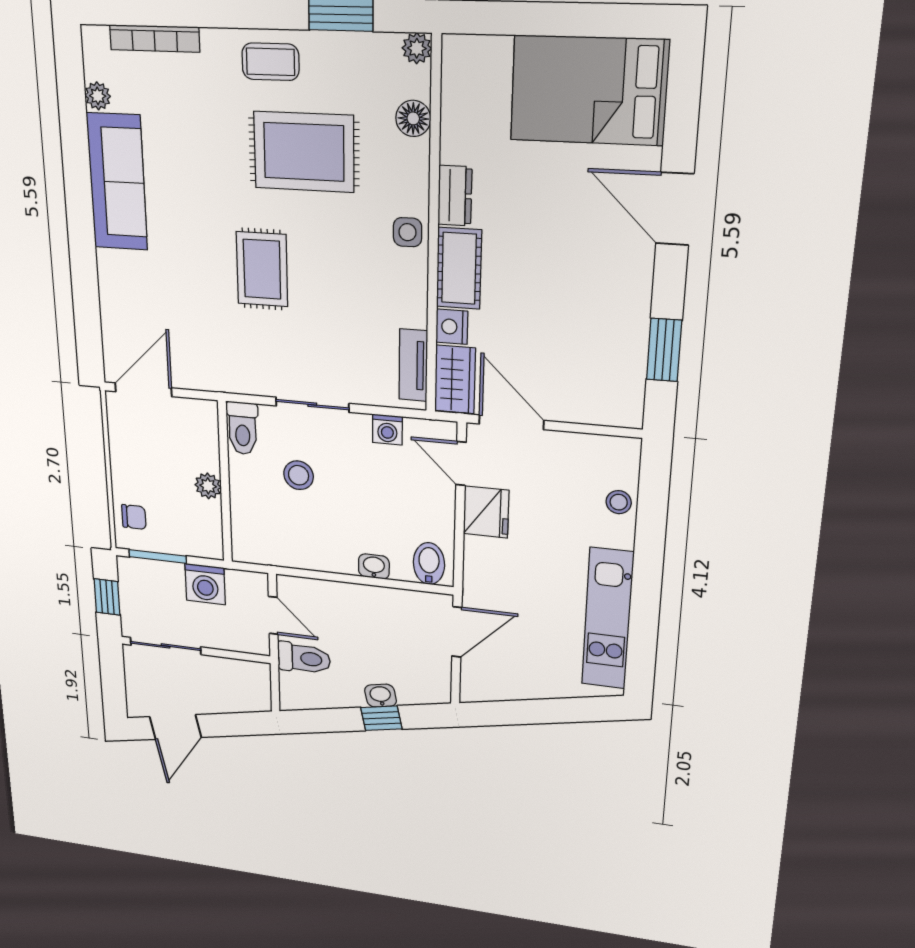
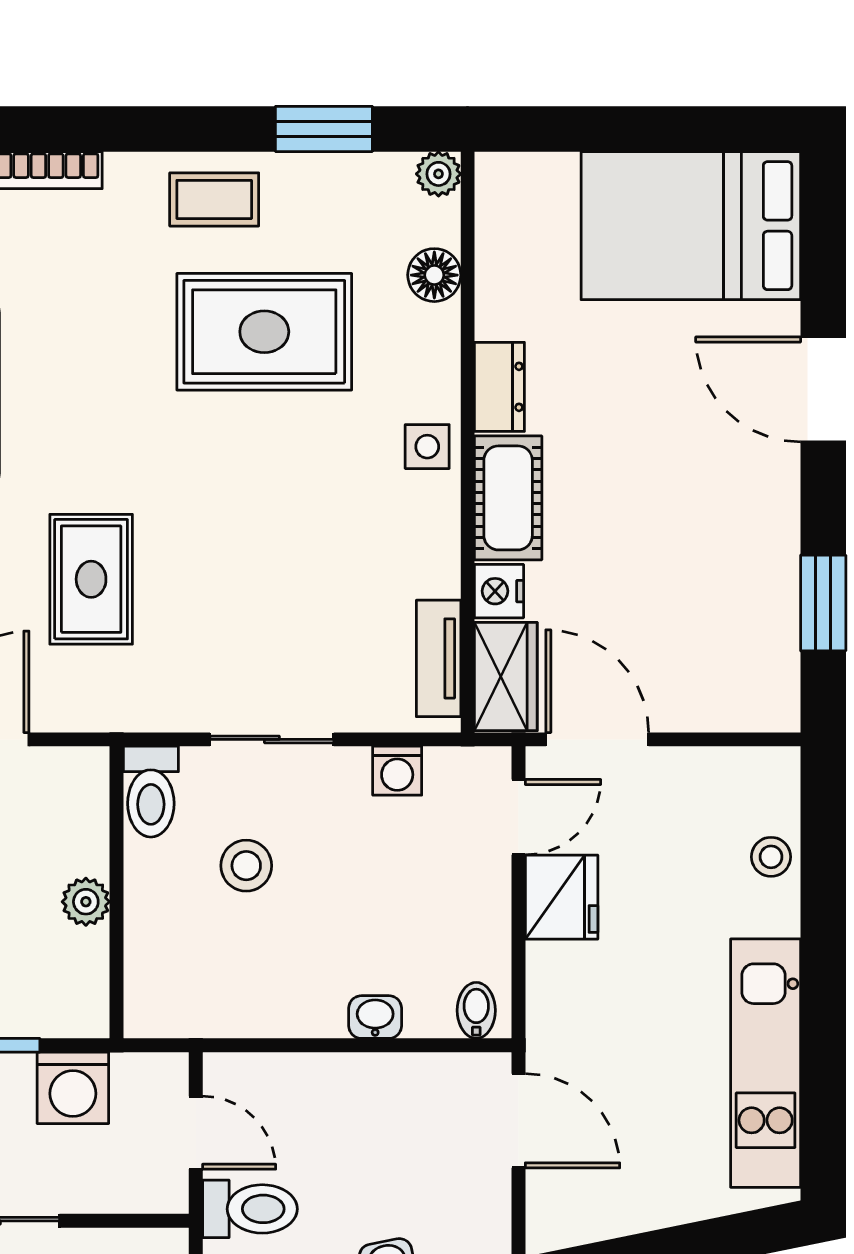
rug: (262, 269) -> (91, 579), moved
door: (461, 464) -> (519, 817), swing flipped
bidet: (429, 564) -> (476, 1010), width x0.72, depth x0.74
door: (457, 632) -> (519, 1121), hinge flipped

